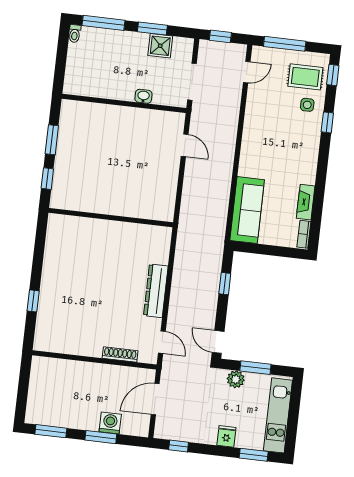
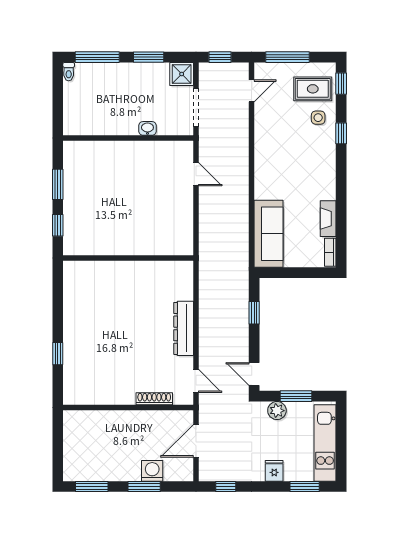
shower: (160, 46) -> (182, 74), moved

